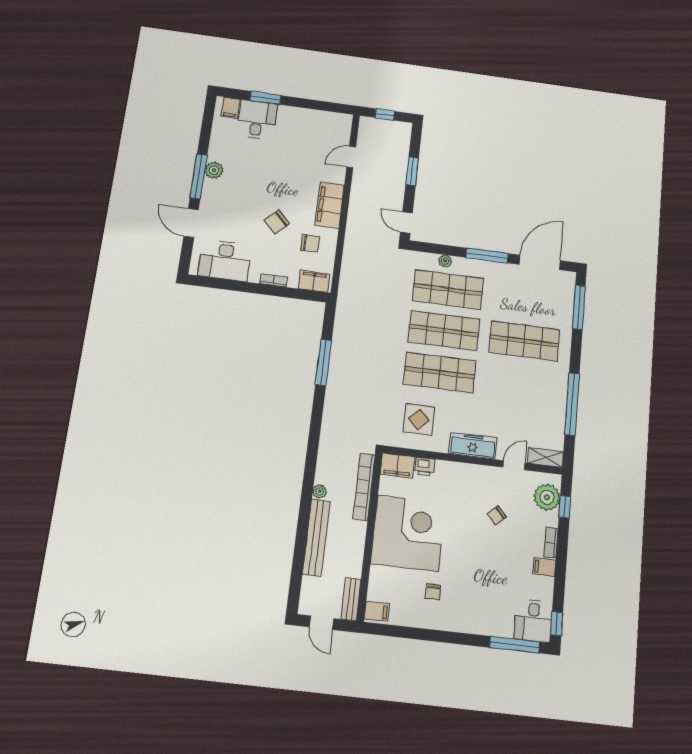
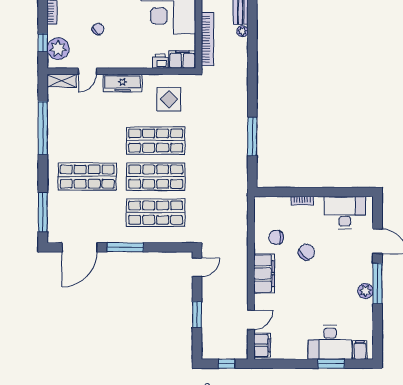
desk: (257, 120) -> (330, 342), width x1.37
door: (406, 222) -> (197, 267), hinge flipped
plant: (445, 261) -> (161, 237), removed
filing cabinet: (314, 281) -> (262, 345), moved, turned -90

